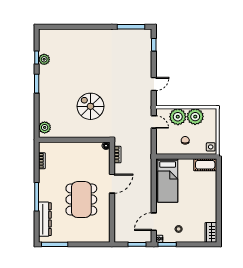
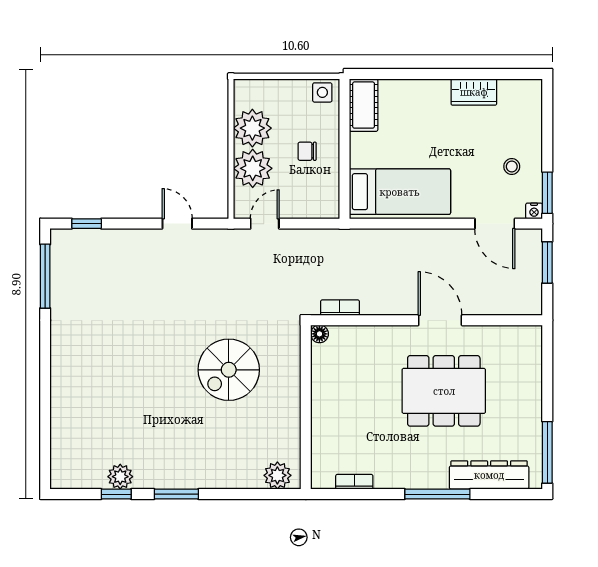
door: (112, 184) -> (440, 320), moved
wardrobe: (211, 232) -> (474, 92), moved

